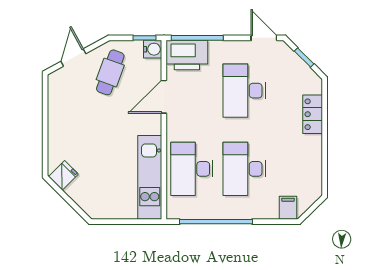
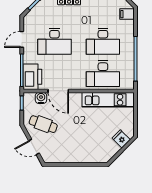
door: (264, 38) -> (22, 39), moved
water cooler: (153, 49) -> (41, 98), moved
fridge: (63, 175) -> (121, 139), moved

